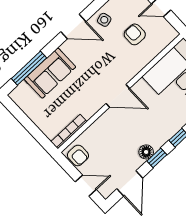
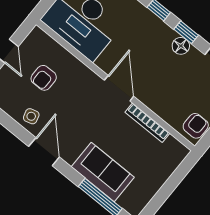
bookcase: (69, 132) -> (147, 123), moved

